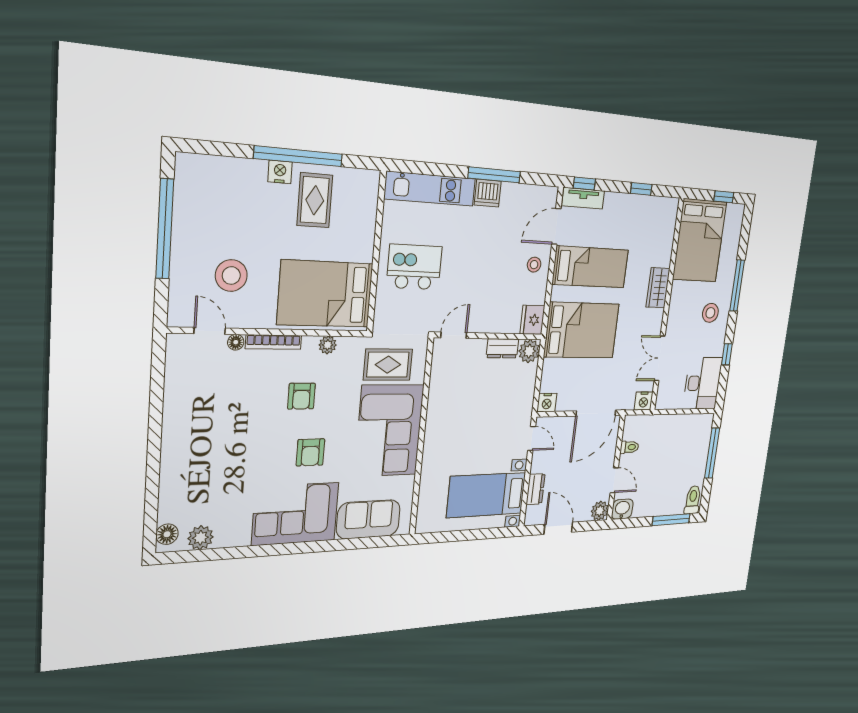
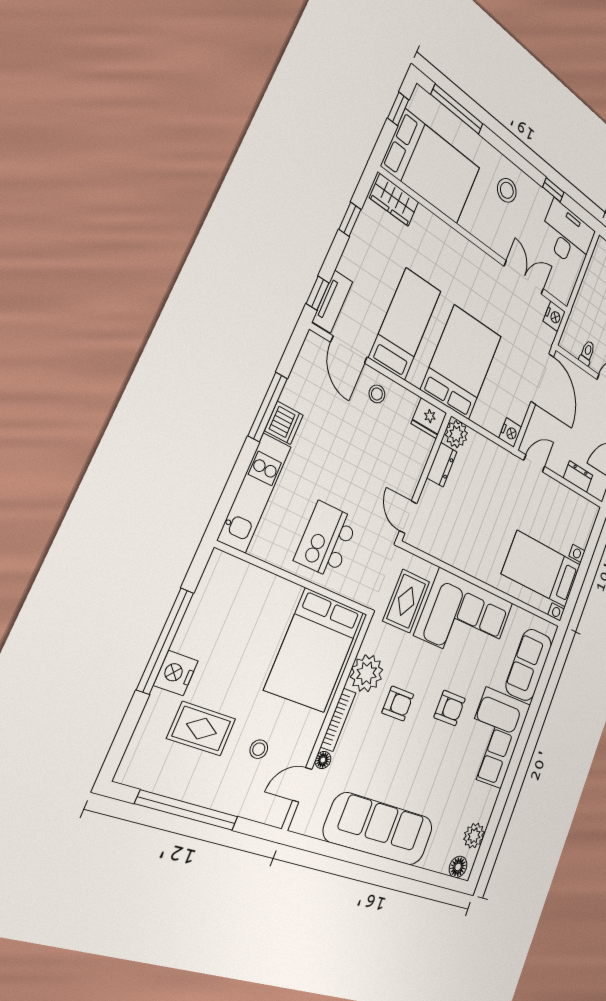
nightstand: (280, 172) -> (176, 673), width x1.36, depth x1.33
rug: (315, 200) -> (201, 729), moved
stool: (231, 275) -> (259, 749), width x0.53, depth x0.53
window: (737, 286) -> (457, 109), moved
wardrobe: (658, 288) -> (394, 200), moved
plant: (328, 345) -> (367, 673), width x1.88, depth x1.88
double door: (660, 358) -> (524, 278), swing flipped
sofa: (186, 429) -> (379, 829), added
bed with nightstands: (486, 495) -> (542, 569), moved, turned 90

